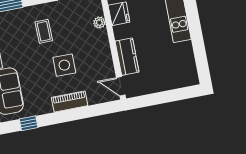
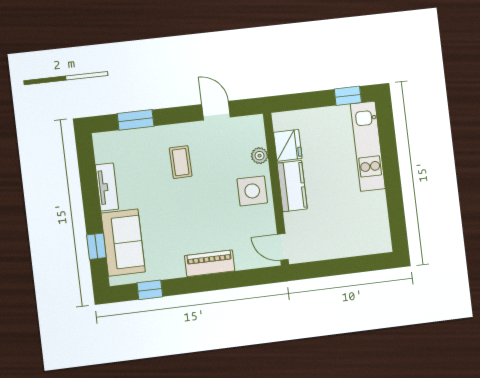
kitchen counter: (127, 57) -> (292, 186), moved
side table: (64, 65) -> (252, 191), moved

